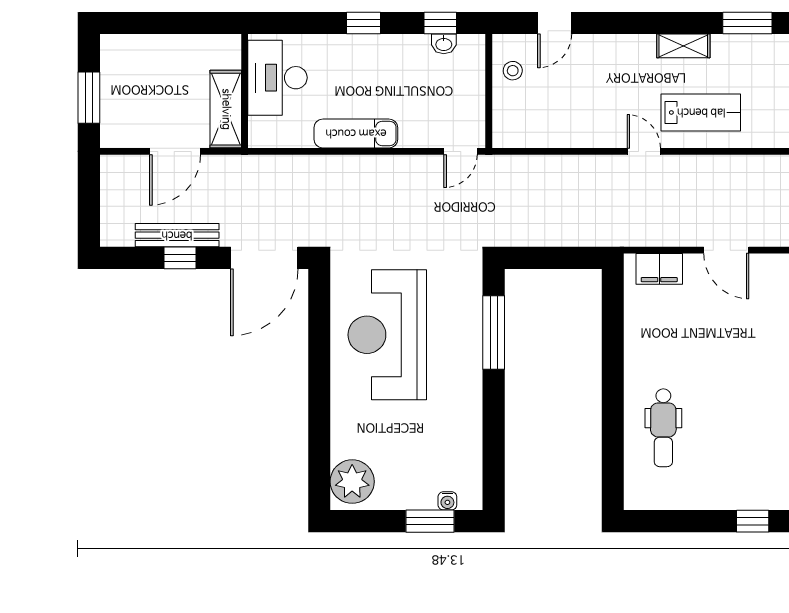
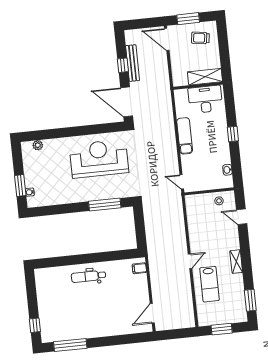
window: (440, 23) -> (236, 167), removed
shelving: (683, 46) -> (236, 262), moved
trolley: (136, 74) -> (200, 38), added
shelving: (226, 109) -> (205, 77), moved
door: (175, 151) -> (167, 39), moved
door: (726, 250) -> (152, 313), moved
filing cabinet: (659, 269) -> (139, 268), width x0.50
dental chair: (663, 428) -> (88, 276), moved
plant: (352, 482) -> (38, 145), width x0.53, depth x0.53

